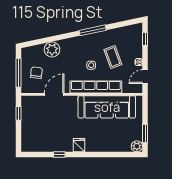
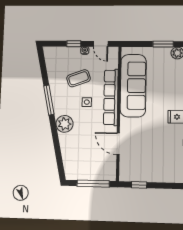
window: (145, 39) -> (74, 44), moved
plant: (52, 49) -> (64, 124), moved
chair: (36, 73) -> (94, 163), removed

